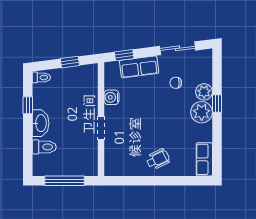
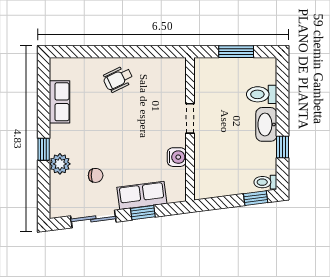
window: (124, 55) -> (143, 213), moved
window: (70, 62) -> (256, 198), moved
plant: (202, 112) -> (63, 138), removed
row of seats: (204, 159) -> (60, 102), moved
window: (64, 181) -> (236, 52), width x0.69

